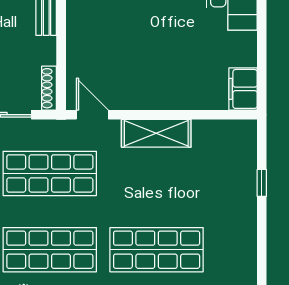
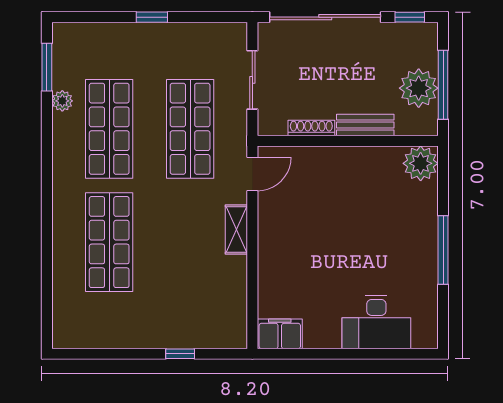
shoe rack: (49, 88) -> (311, 128), moved
shelving: (156, 133) -> (236, 229), width x0.67, depth x0.75

